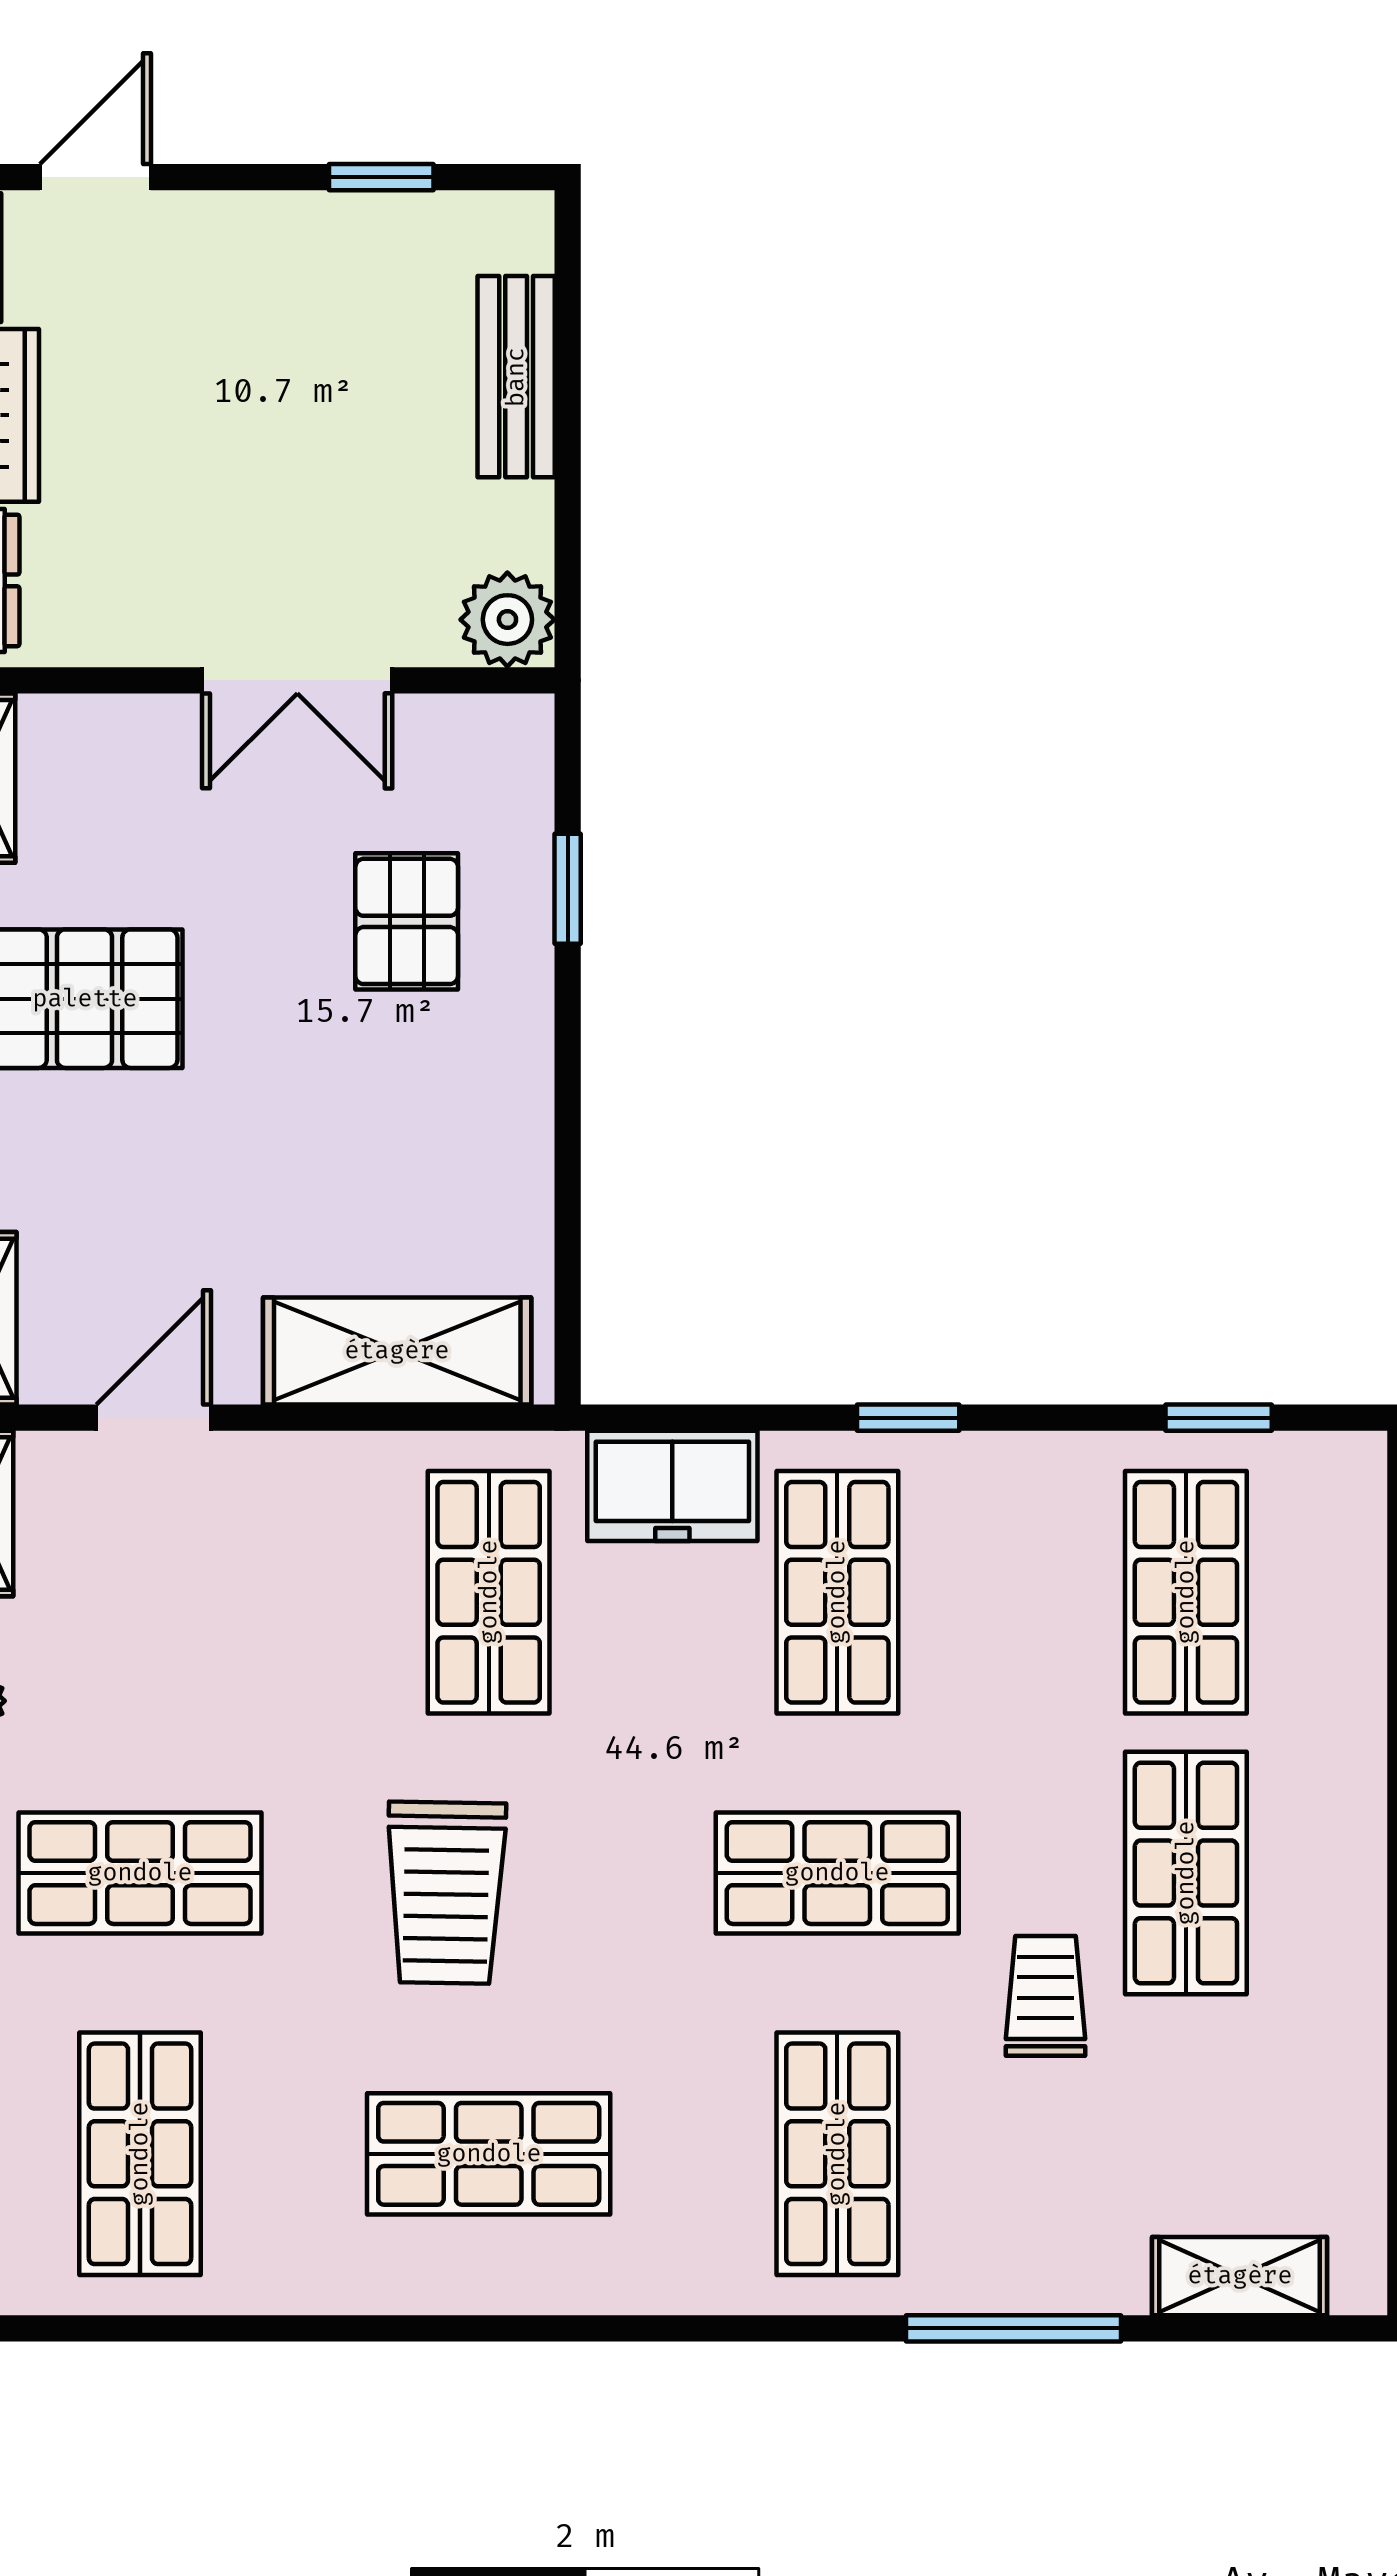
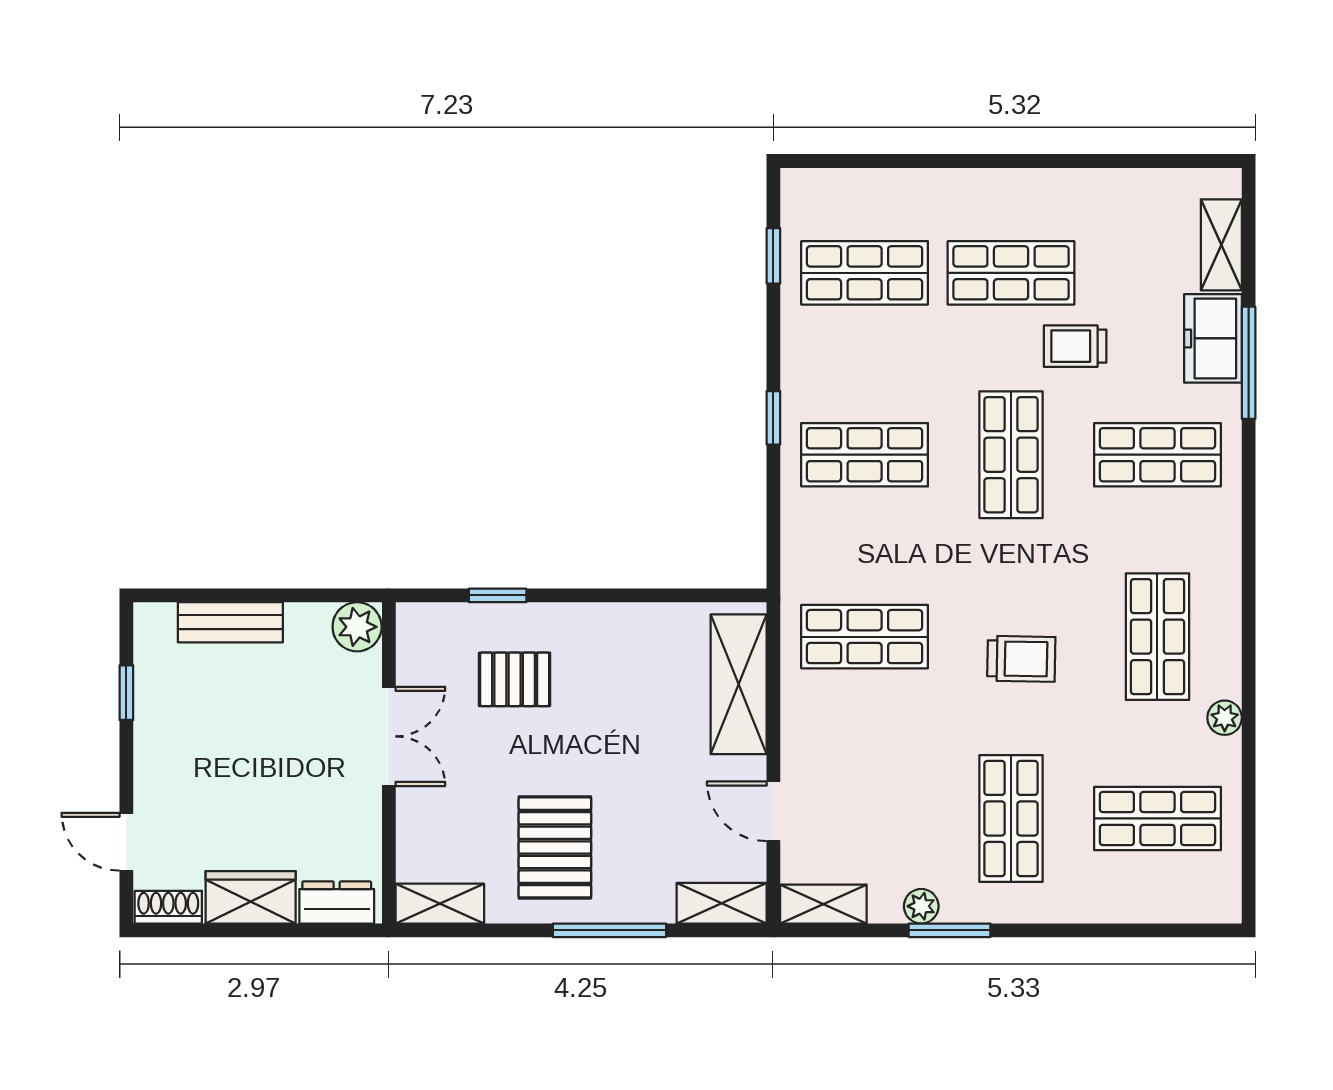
freezer: (672, 1486) -> (1213, 338), moved, turned 180
trolley: (446, 1893) -> (1021, 659), width x0.73, depth x0.72
plant: (333, 2282) -> (1225, 718), added

